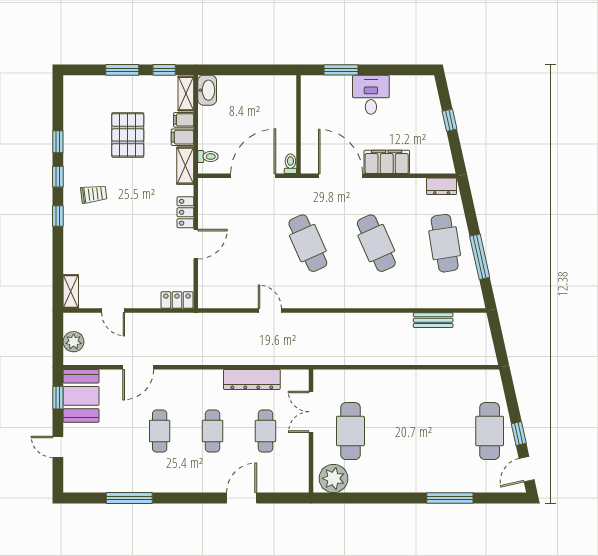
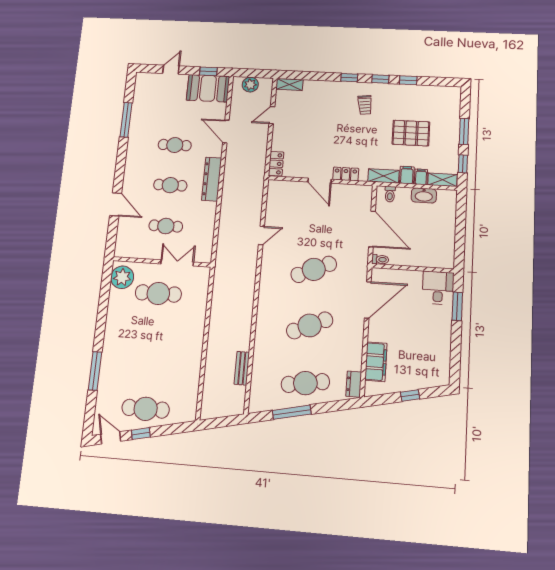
washbasin: (207, 90) -> (424, 195), moved
desk: (371, 95) -> (438, 288), moved, turned -90
filing cabinet: (387, 162) -> (376, 362), moved
dresser: (252, 379) -> (212, 179), moved

